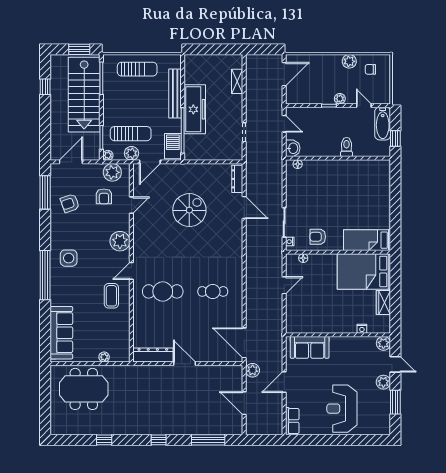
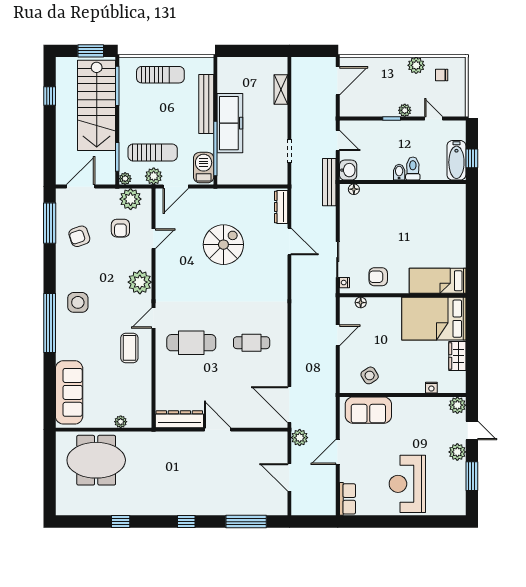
bathtub: (383, 124) -> (456, 160), moved
bidet: (335, 150) -> (399, 172), added
bench: (277, 158) -> (329, 182), added
side table: (311, 319) -> (370, 375), added

